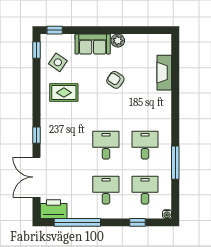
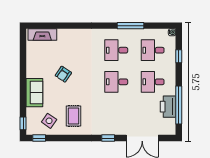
plant: (118, 41) -> (31, 72), removed
fireplace: (164, 73) -> (42, 35), moved
printer: (54, 209) -> (168, 107), moved

